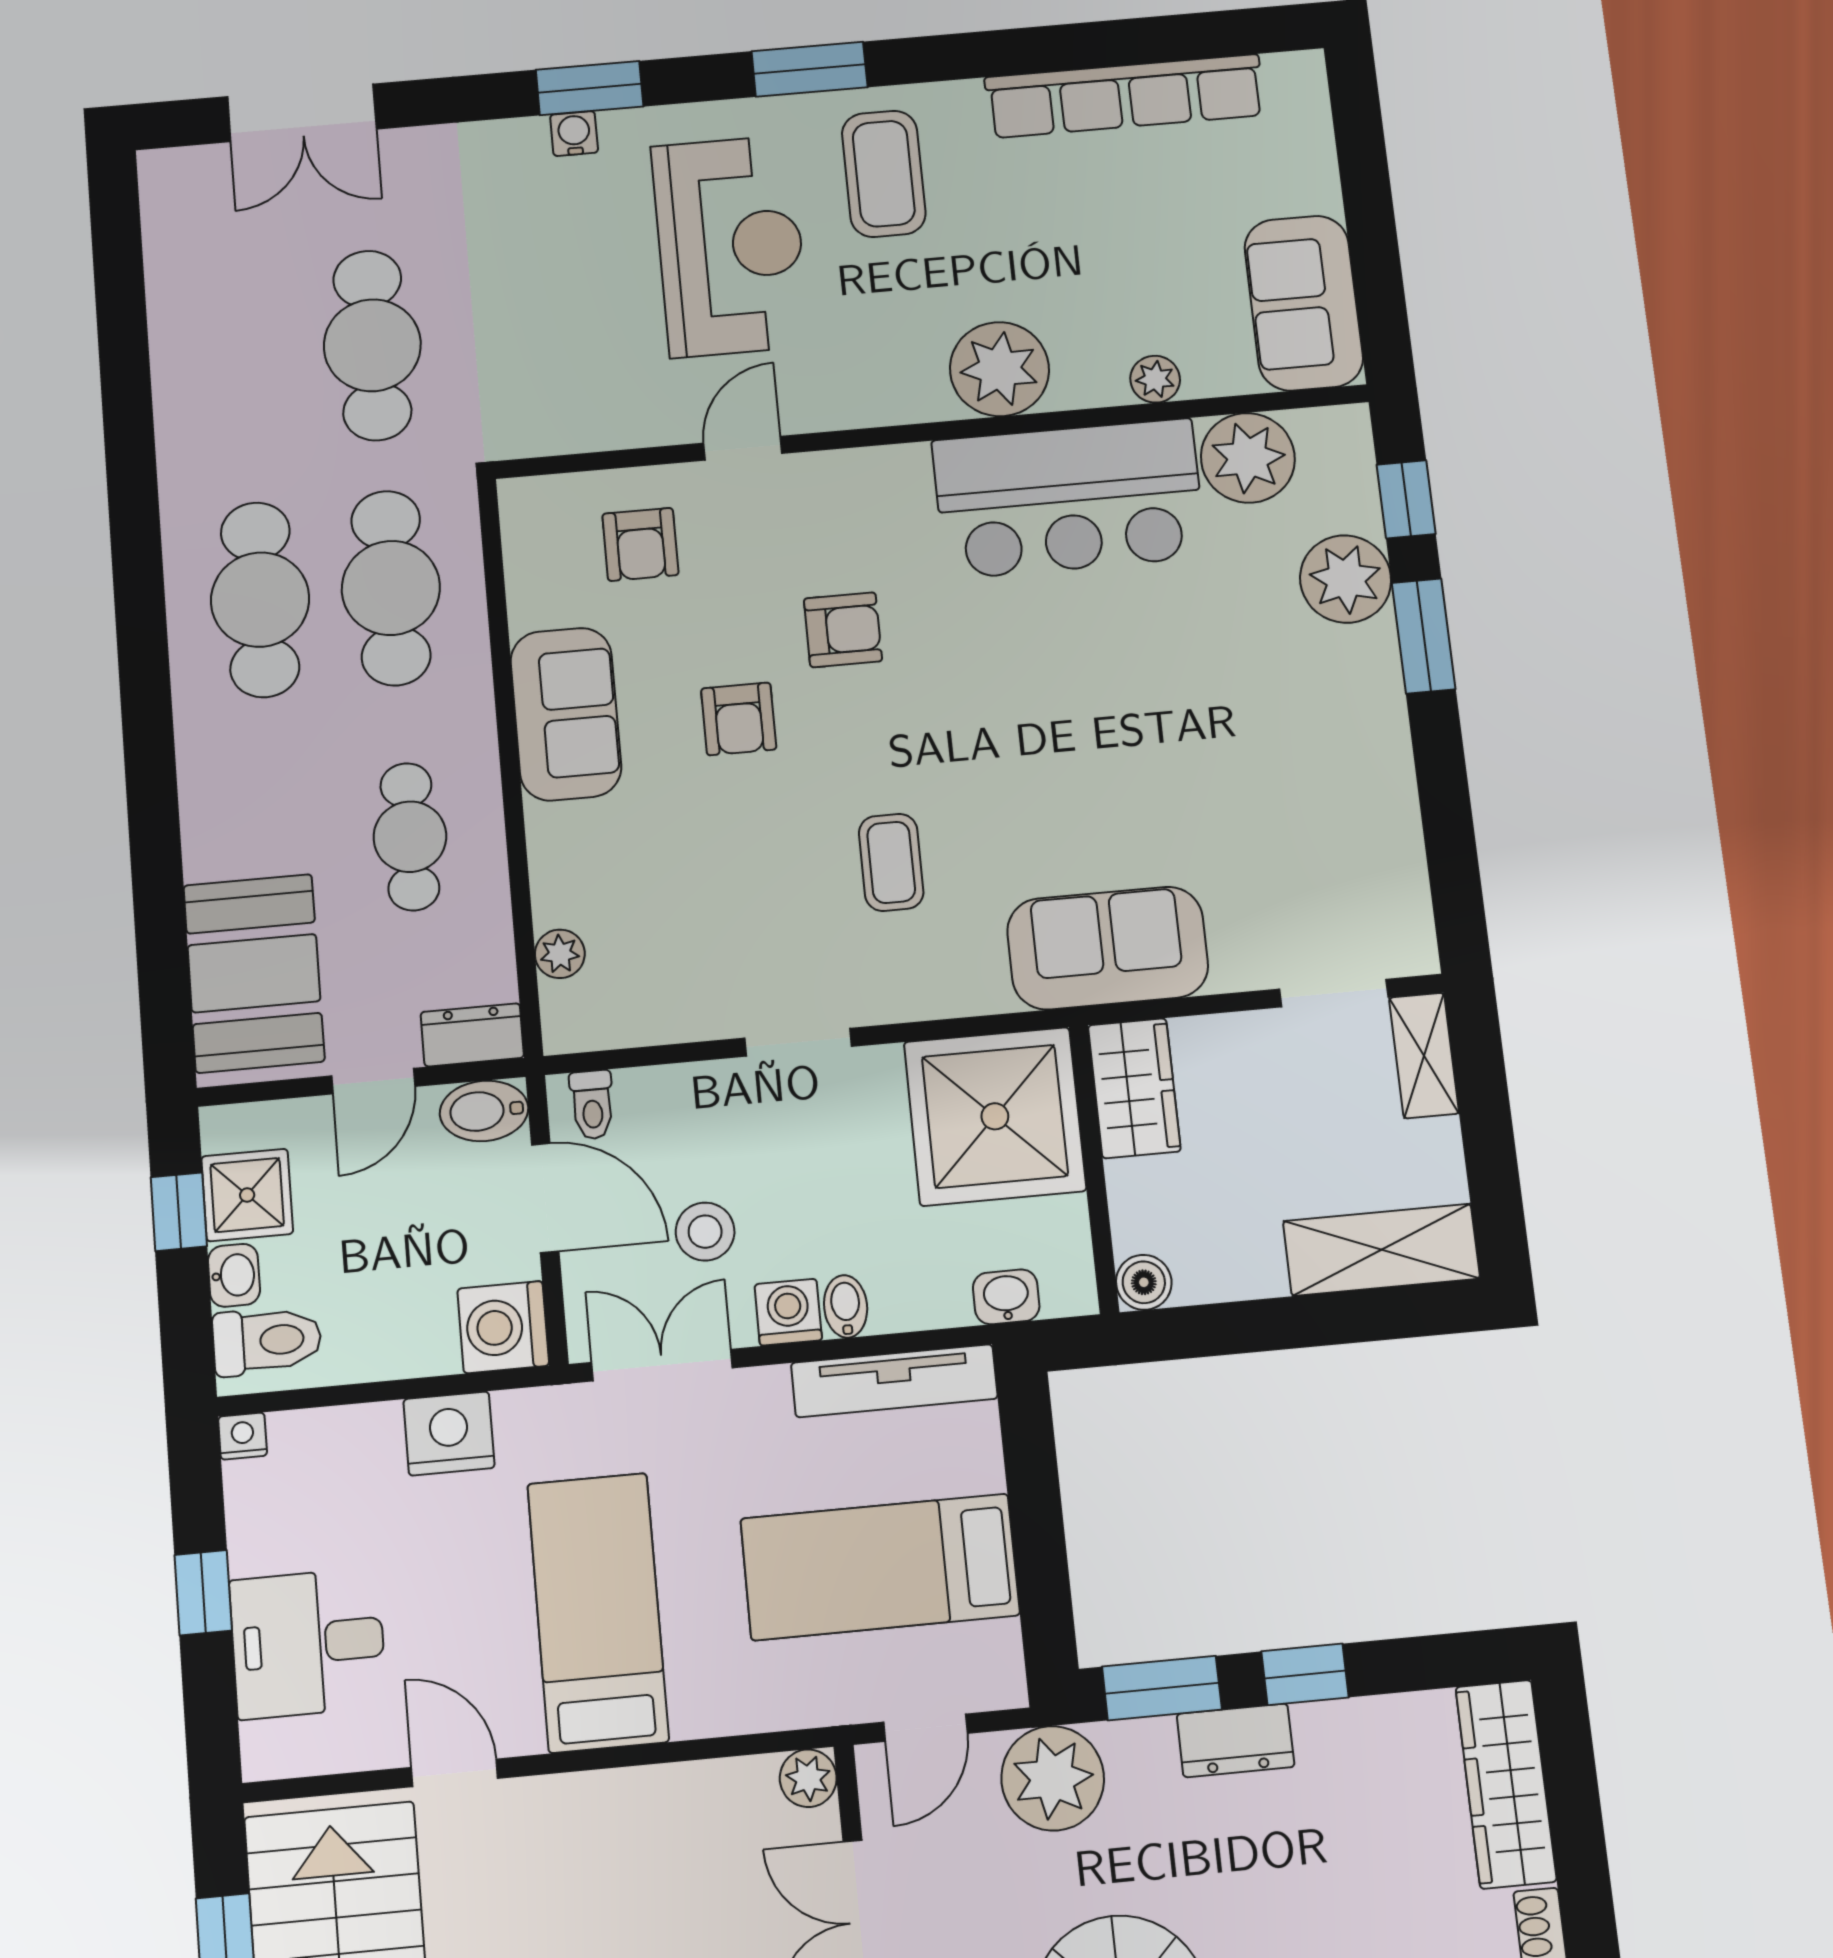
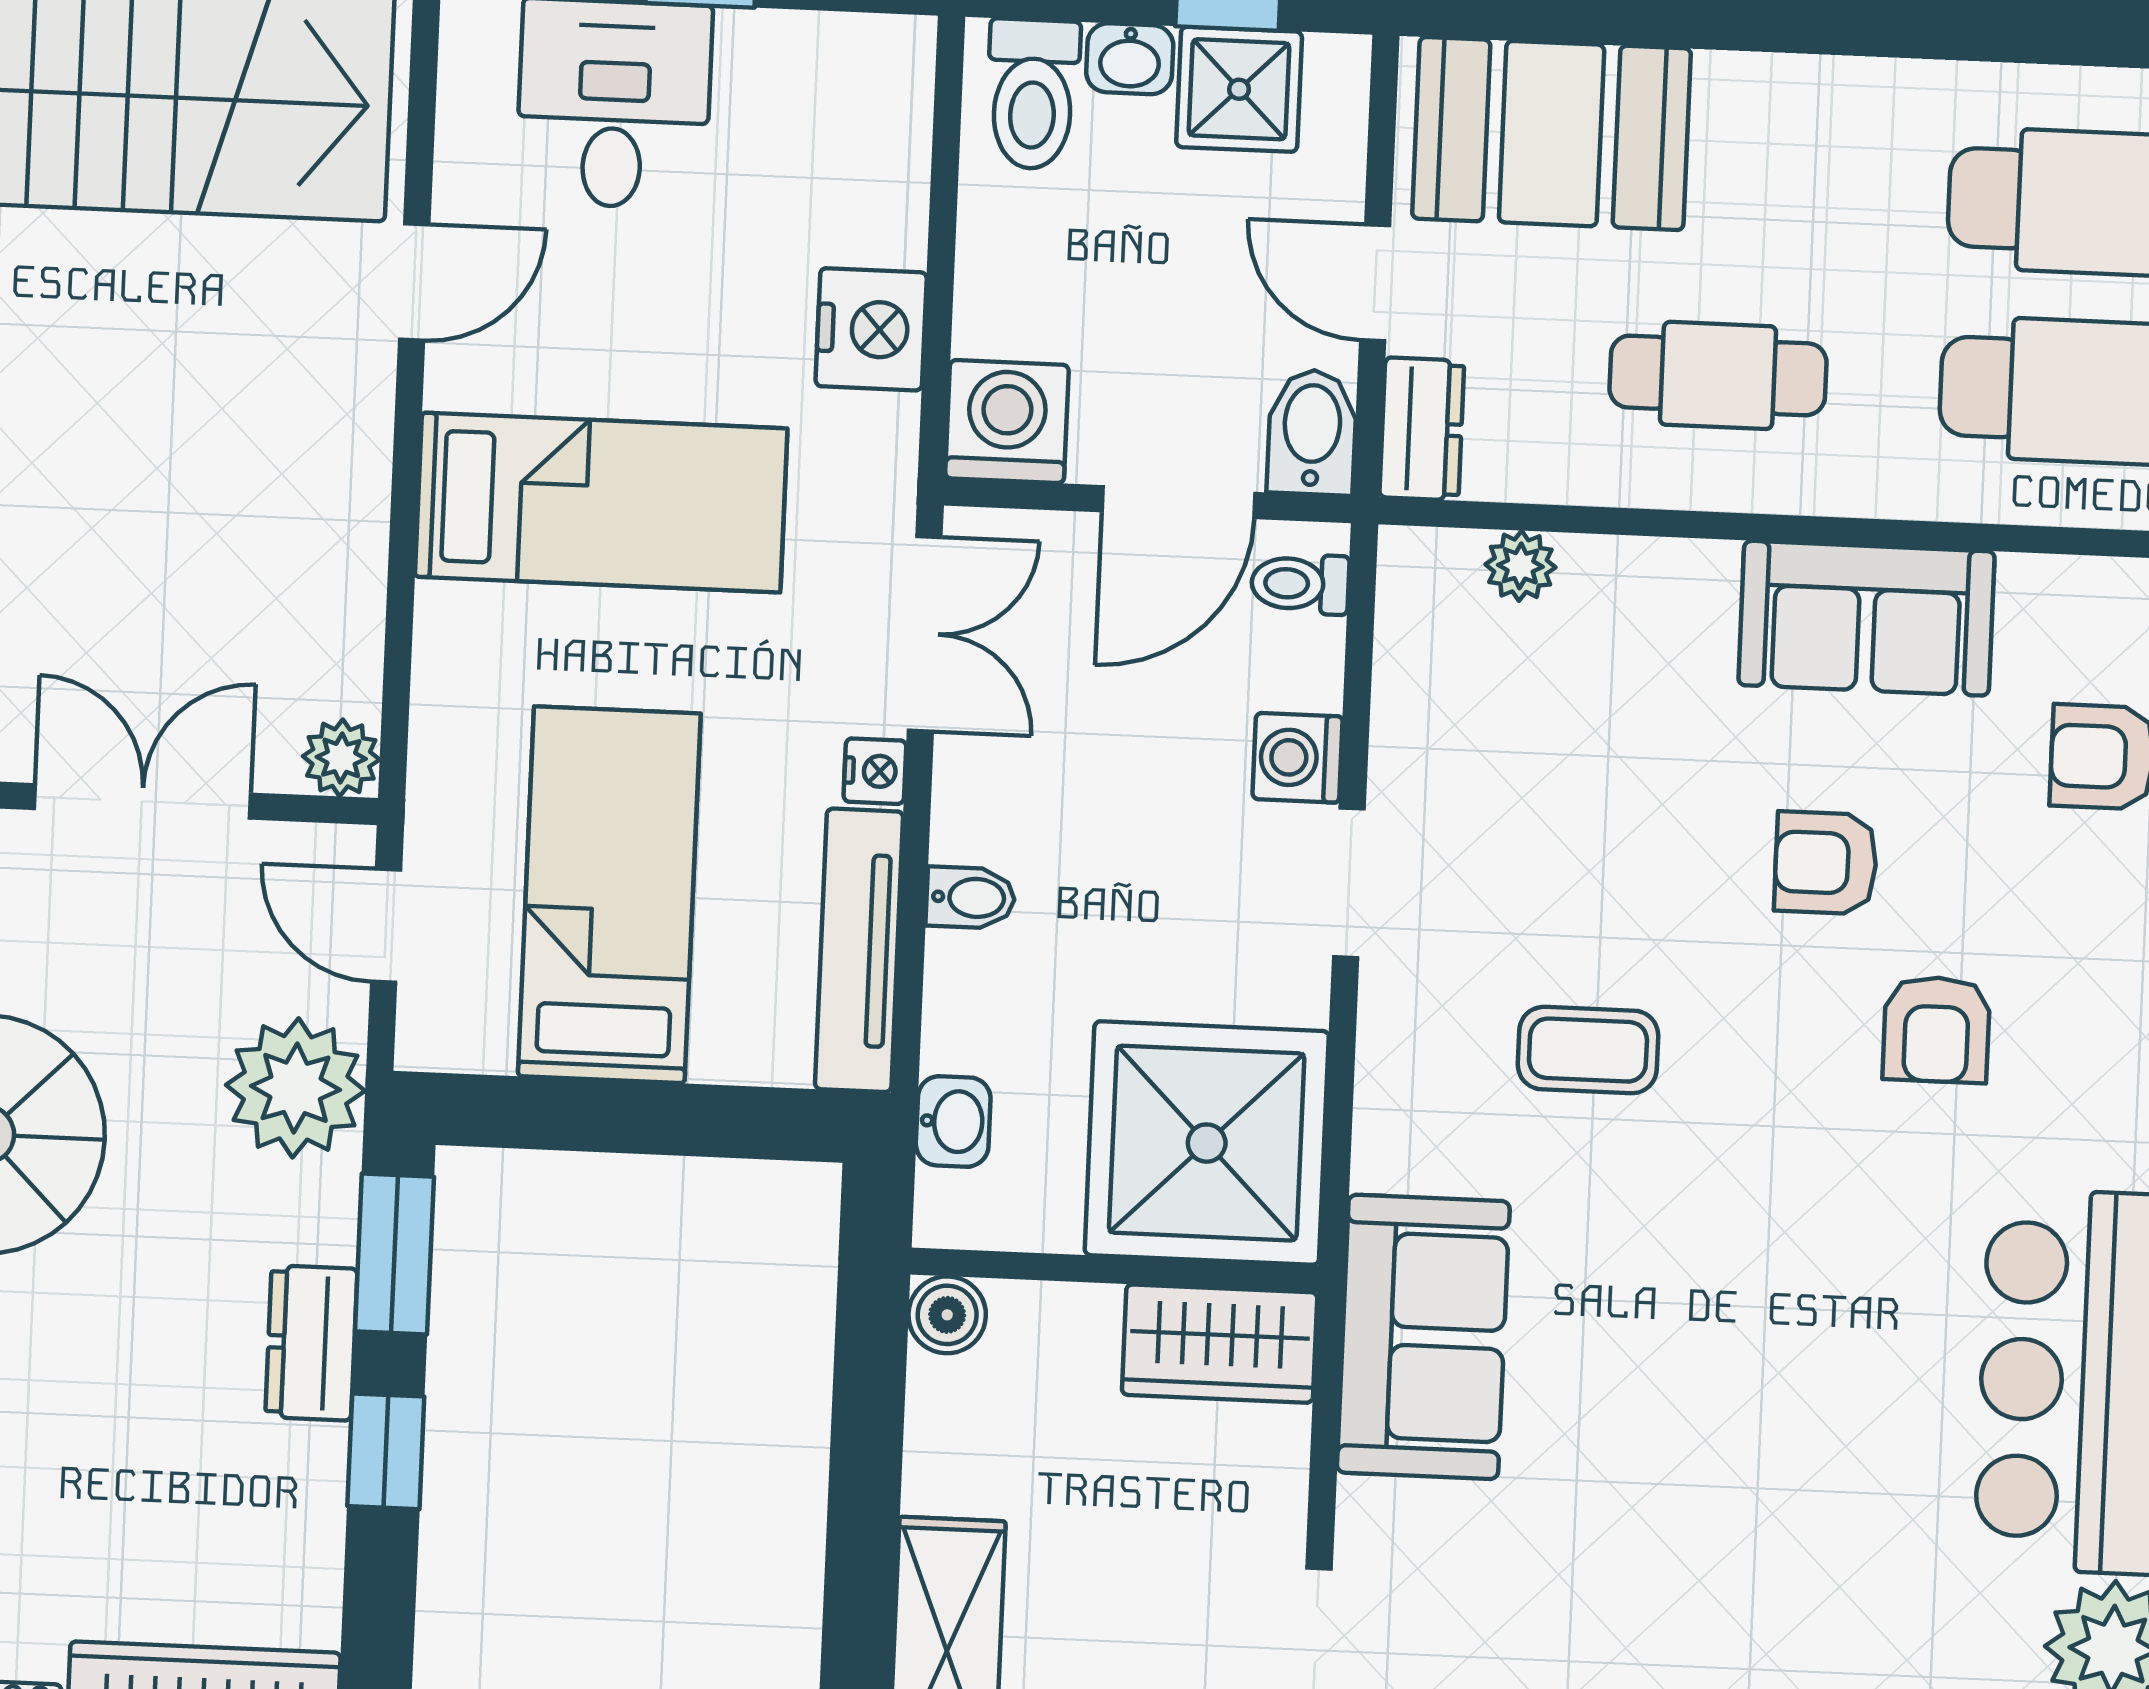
stool: (705, 1232) -> (1101, 718), removed
washing machine: (788, 1312) -> (1297, 758), moved, turned 180
nightstand: (243, 1436) -> (875, 771), moved

